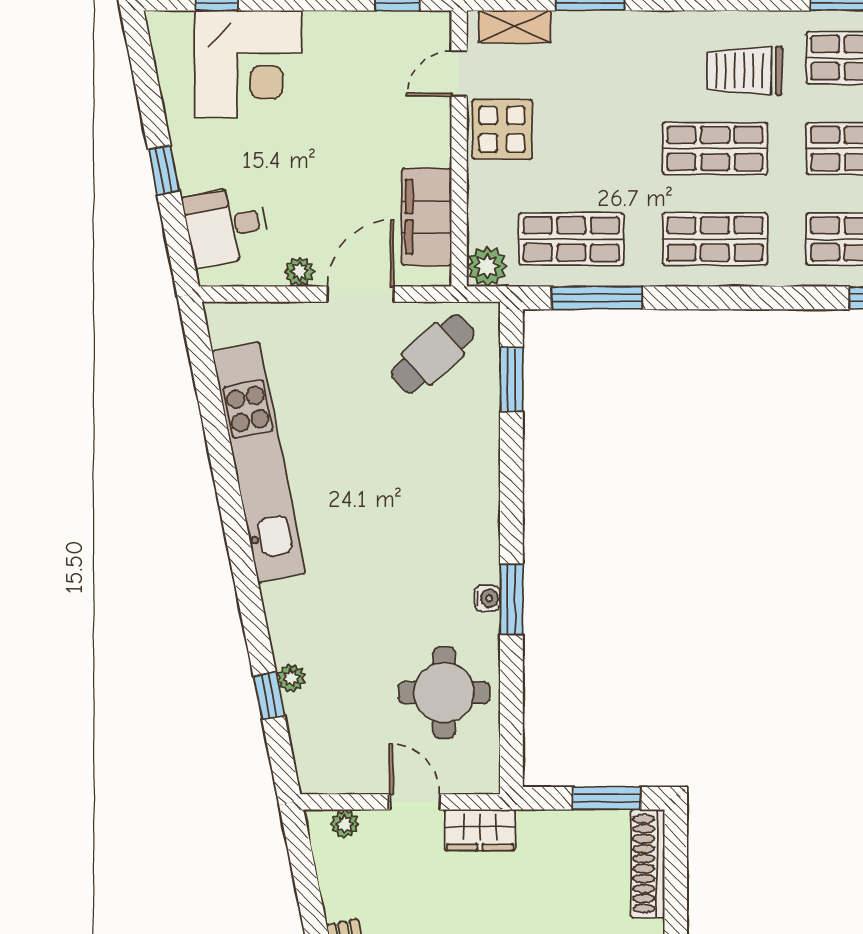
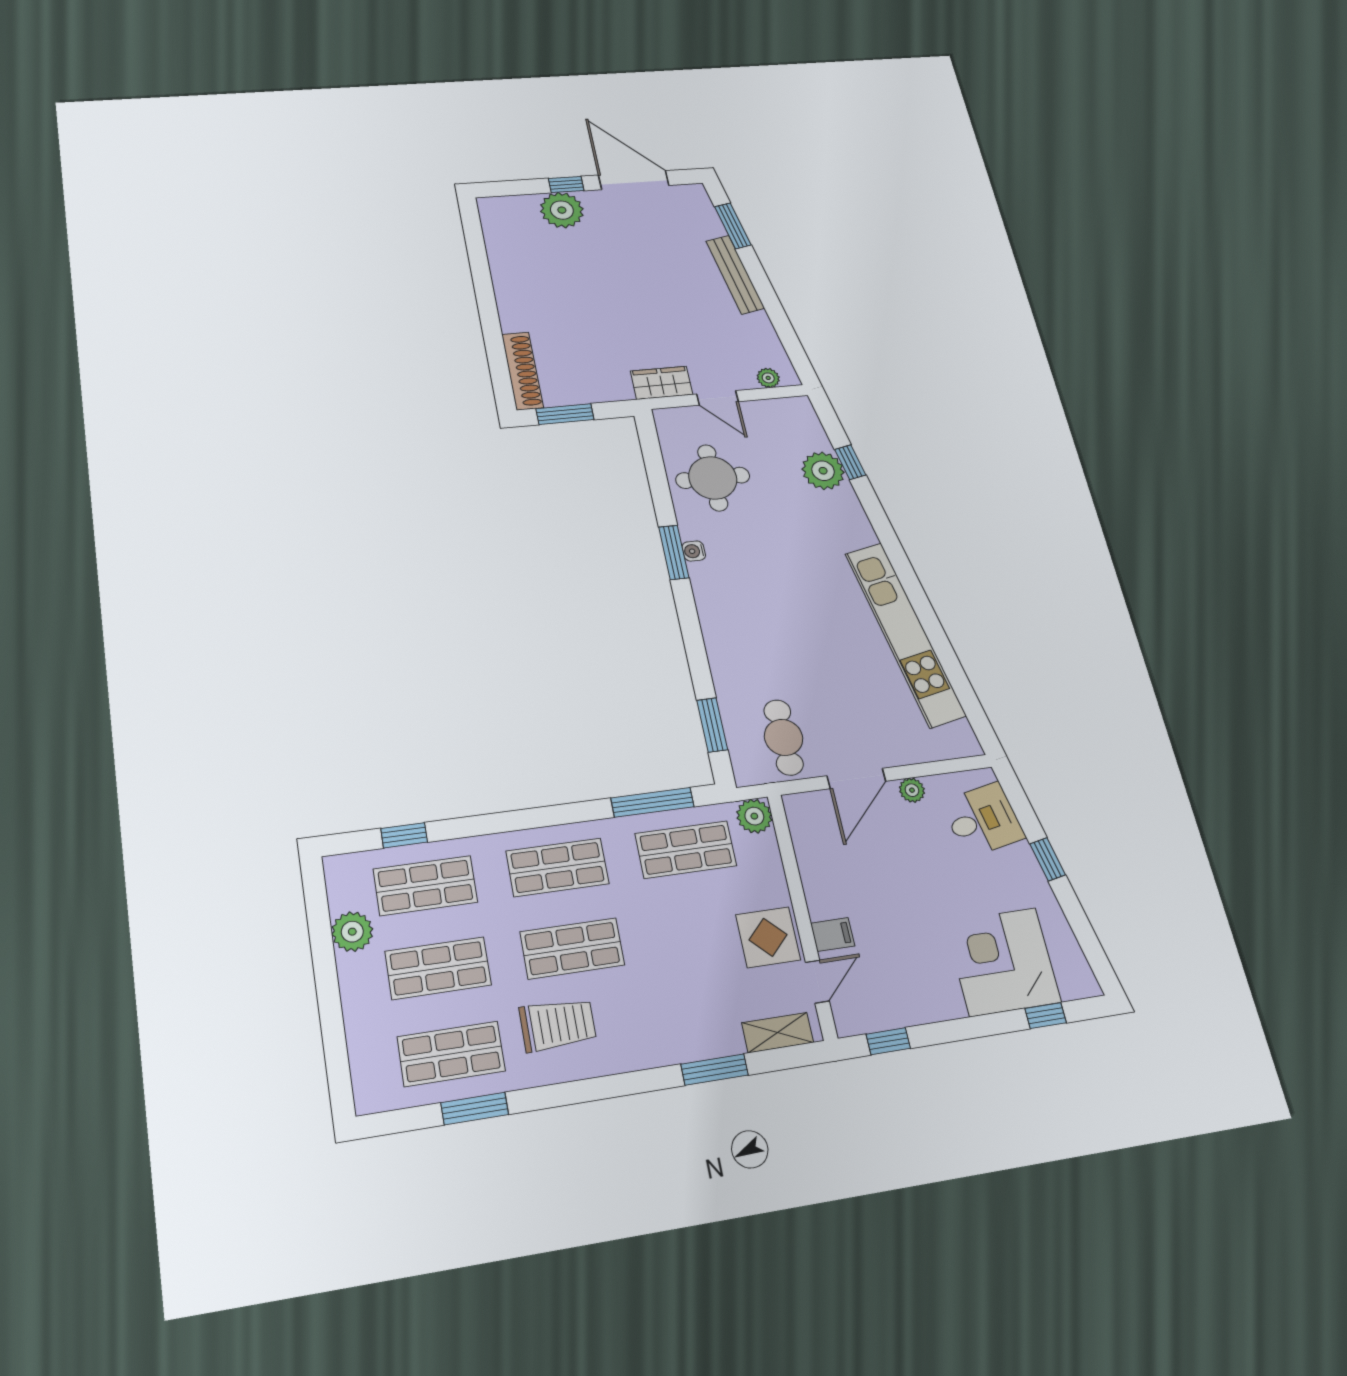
filing cabinet: (427, 217) -> (833, 935), moved, width x0.33, depth x0.86
cafe table: (433, 354) -> (784, 737), turned -48
plant: (291, 678) -> (823, 471), width x1.88, depth x1.88

